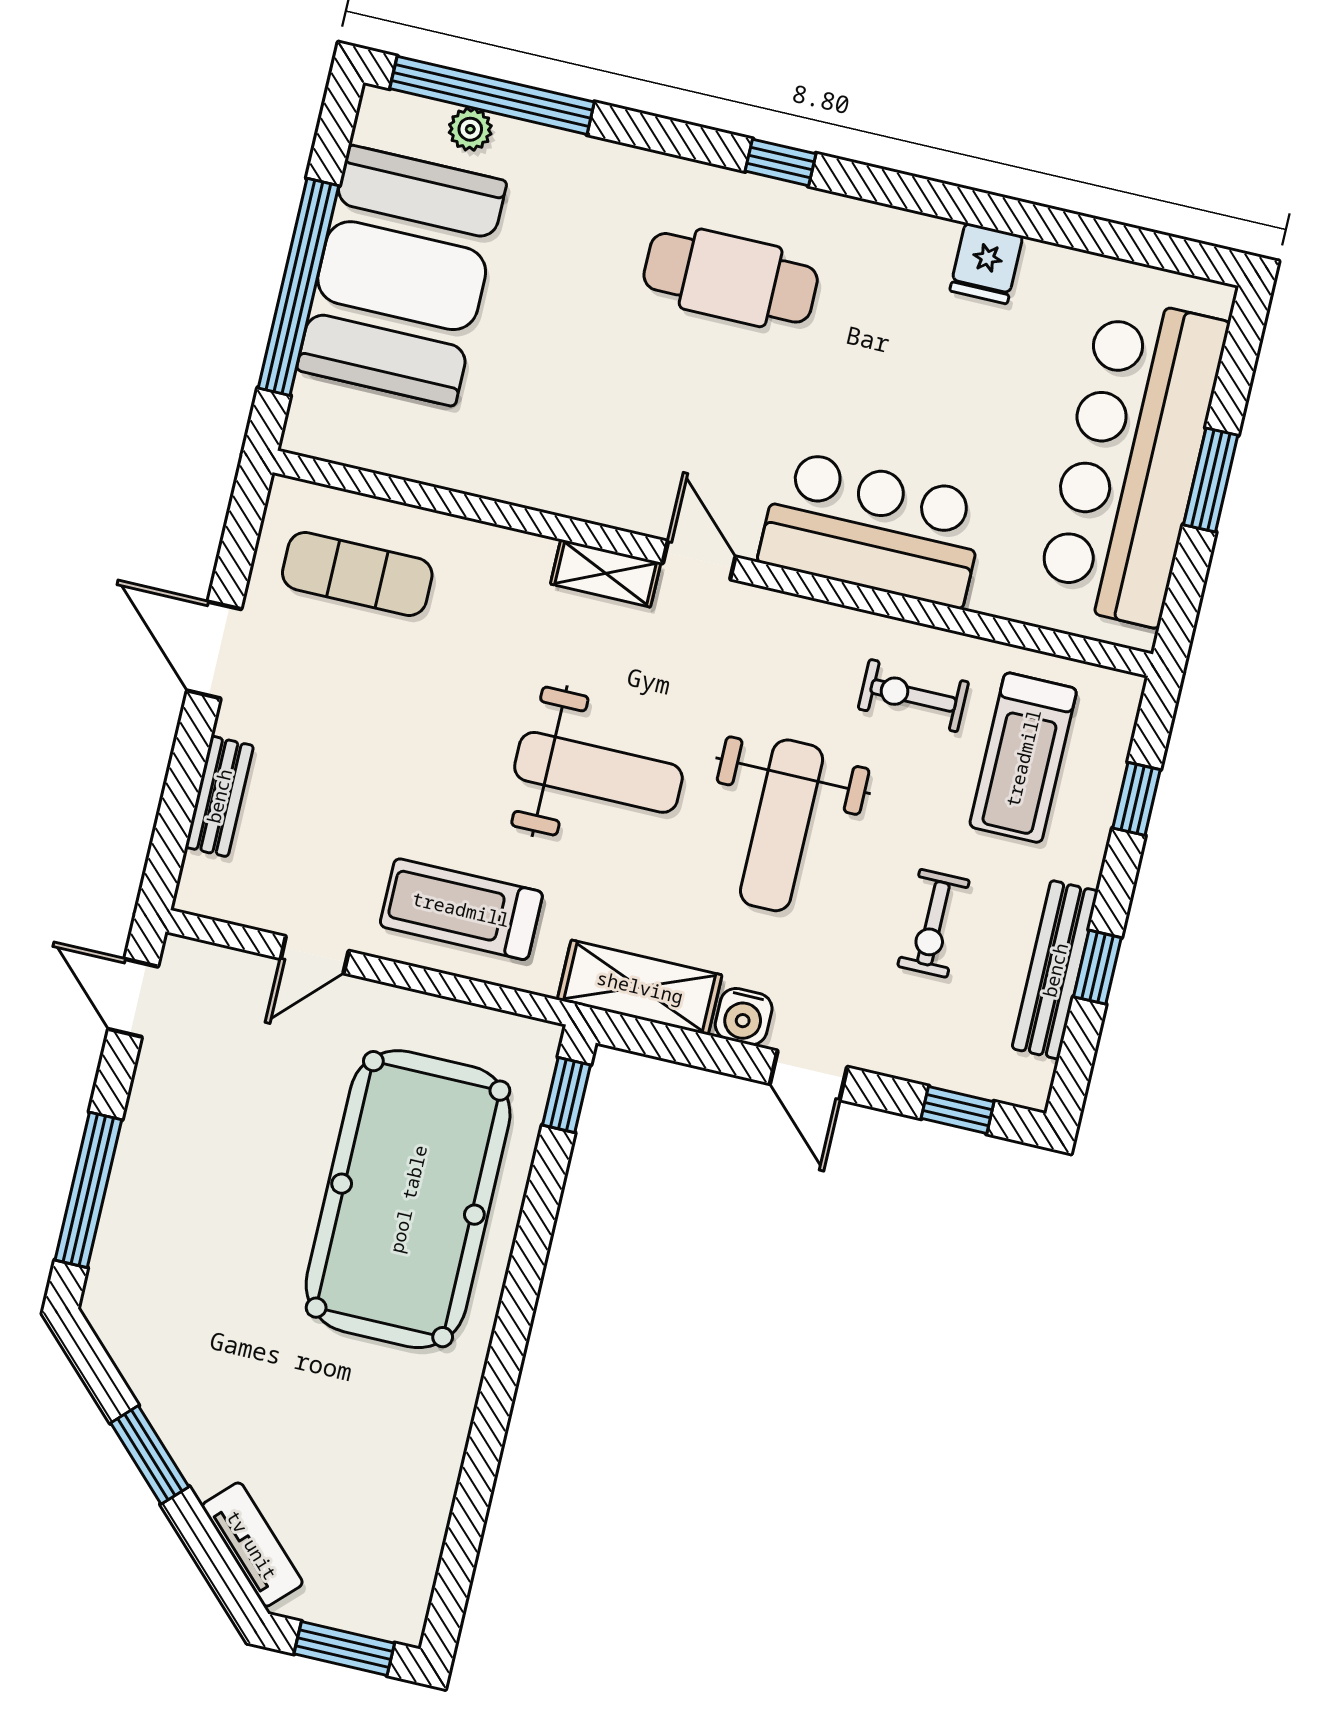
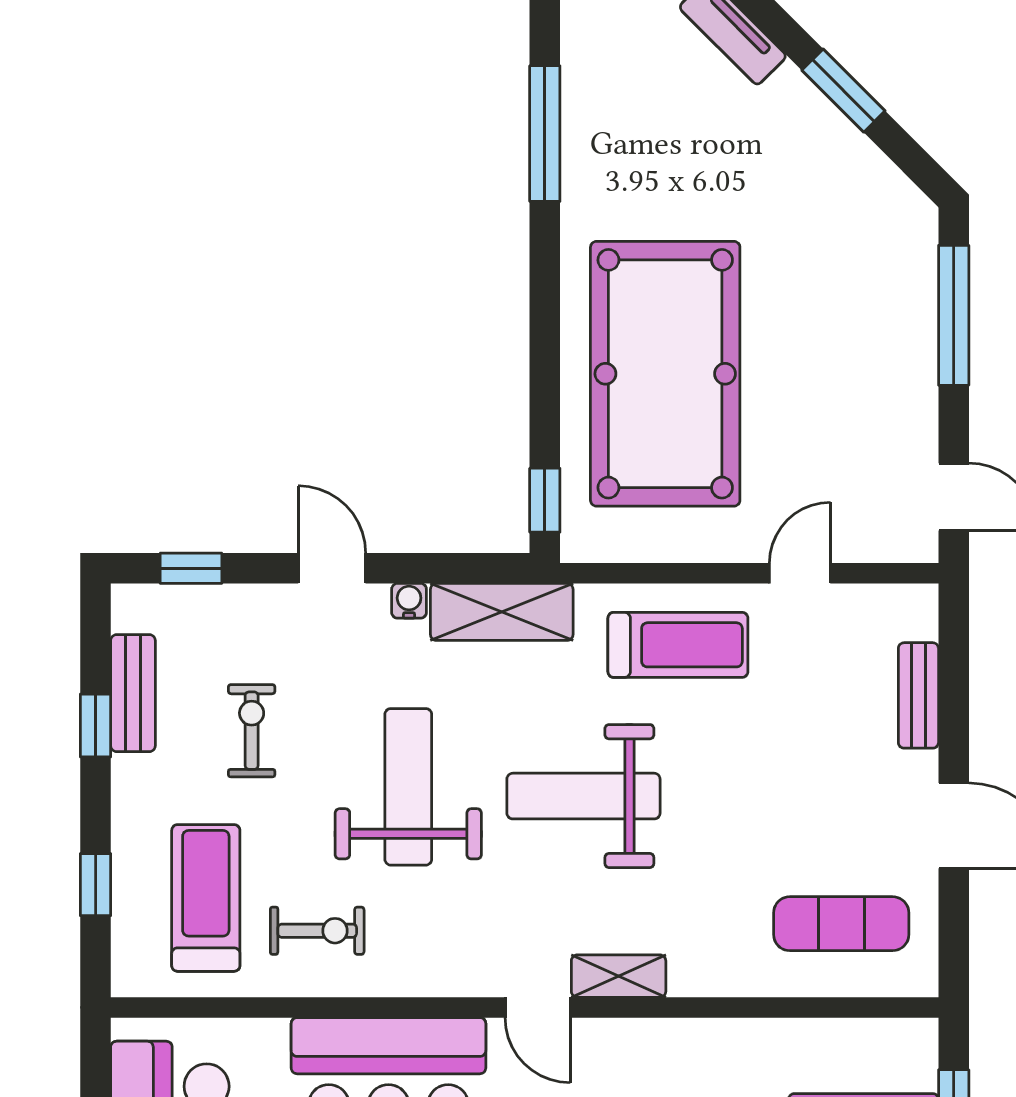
bench: (1055, 970) -> (133, 693), width x0.73
water cooler: (744, 1017) -> (409, 601), width x0.72, depth x0.72
window: (476, 1483) -> (545, 134), added

